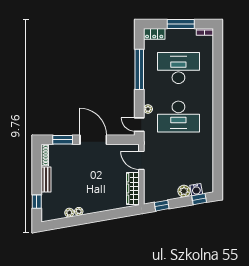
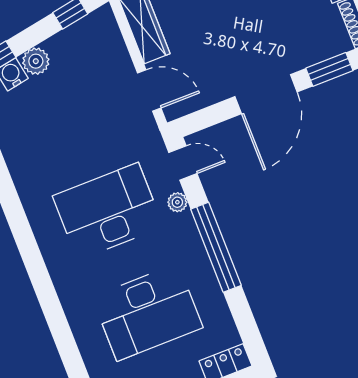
window: (139, 69) -> (216, 247), moved
door: (93, 140) -> (266, 94), hinge flipped

